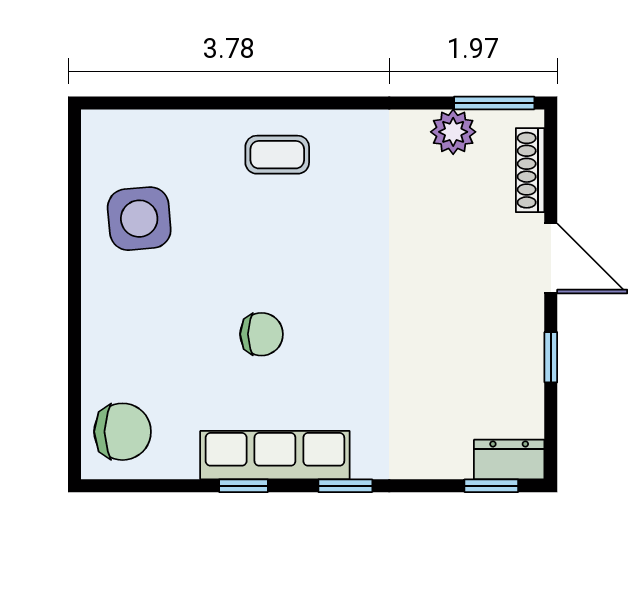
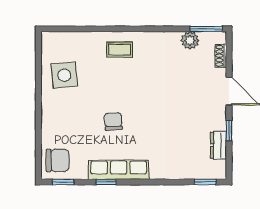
shoe rack: (530, 170) -> (221, 56), width x0.70
chair: (261, 334) -> (113, 121), turned -94
dresser: (509, 459) -> (218, 145), moved, turned -90
window: (345, 486) -> (63, 182), moved

